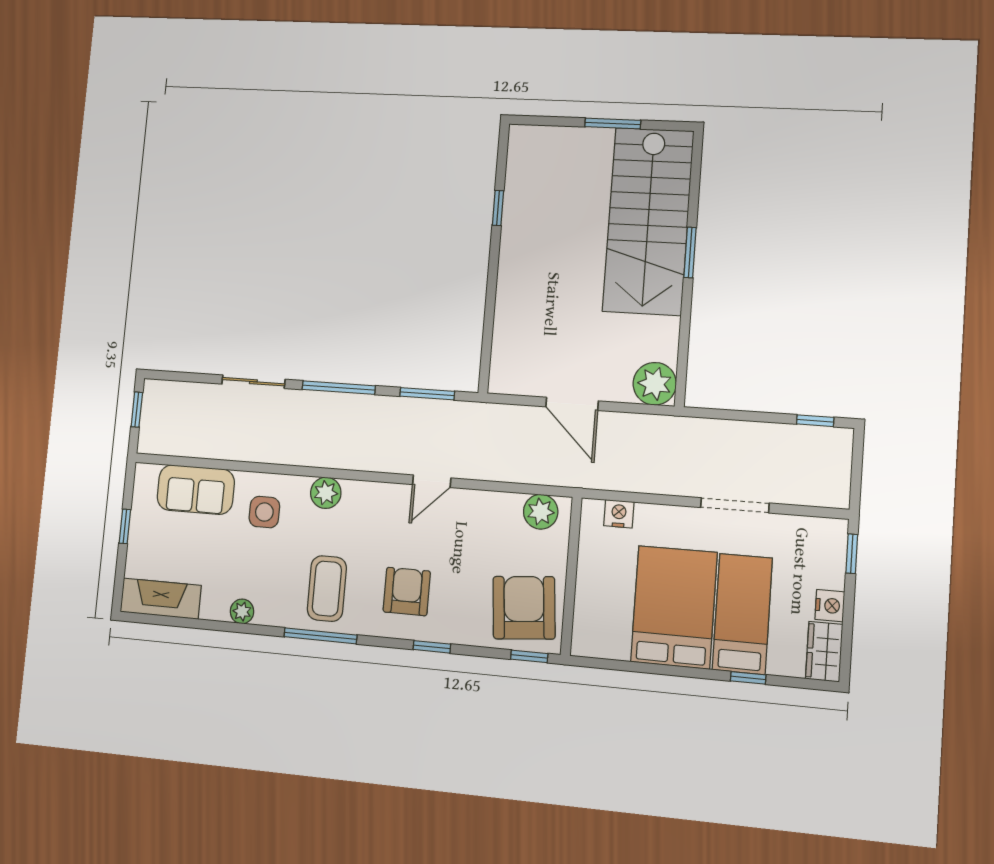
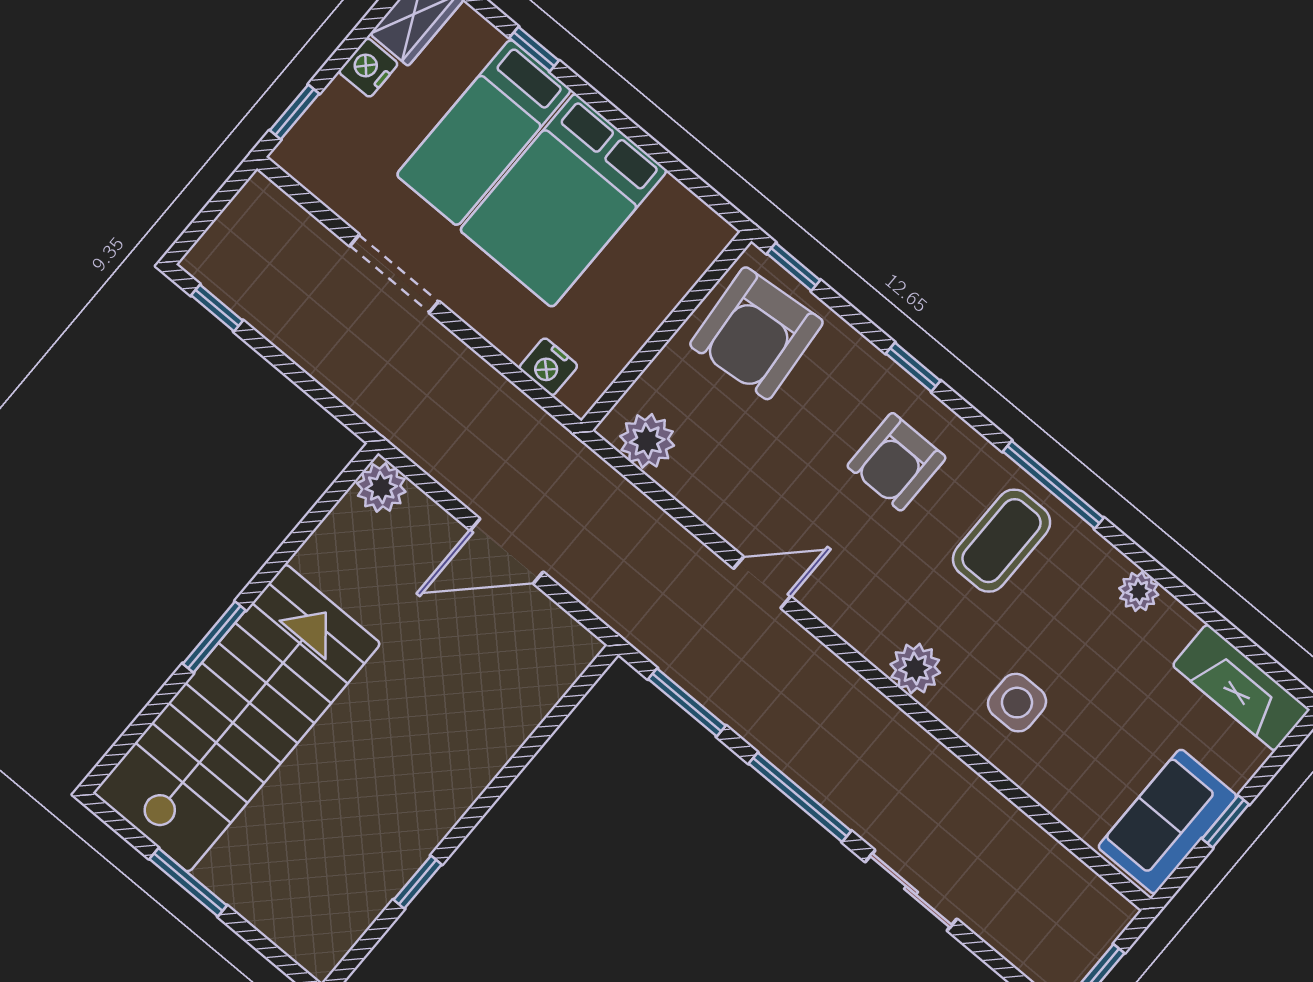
plant: (655, 384) -> (381, 487), width x0.73, depth x0.73
door: (572, 404) -> (507, 551), swing flipped
sofa: (196, 490) -> (1167, 822), moved, turned -90

